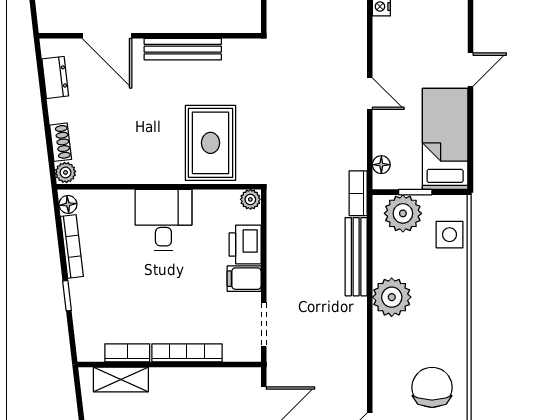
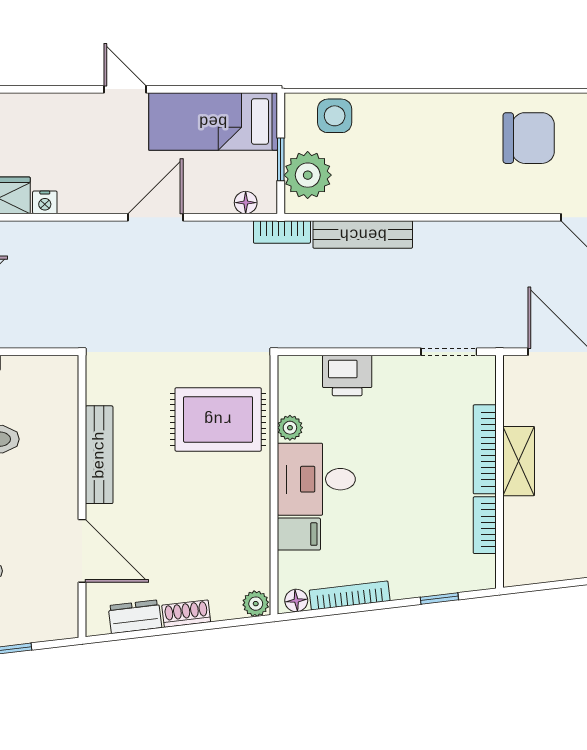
door: (107, 36) -> (82, 551), hinge flipped
door: (370, 94) -> (156, 217), width x1.38
shoe rack: (61, 142) -> (186, 614), moved
plant: (250, 199) -> (290, 428), moved
filing cabinet: (244, 279) -> (299, 534), moved, turned -90
window: (67, 296) -> (439, 598), moved
plant: (392, 297) -> (414, 189), removed
shelving: (121, 379) -> (519, 461), moved
chair: (432, 387) -> (529, 138), turned 180

